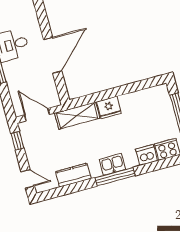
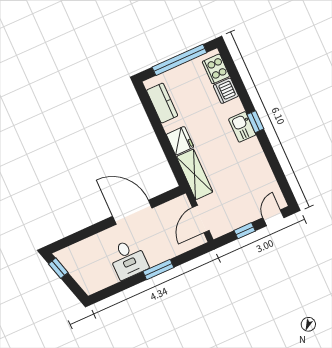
window: (17, 141) -> (245, 231), moved
kitchen counter: (73, 175) -> (162, 103), moved, turned 180
window: (115, 177) -> (255, 122), width x0.46

